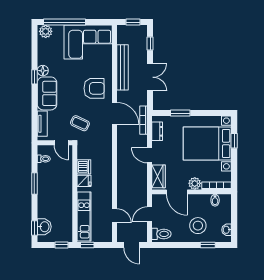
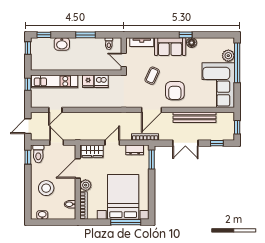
plant: (46, 31) -> (228, 56), moved
window: (180, 113) -> (152, 160), moved
coffee table: (80, 123) -> (152, 76), moved
window: (234, 141) -> (126, 222), width x2.17
door: (61, 143) -> (124, 60), hinge flipped
washbasin: (44, 227) -> (62, 44), moved
window: (62, 245) -> (28, 48), moved
window: (208, 245) -> (28, 157), moved

